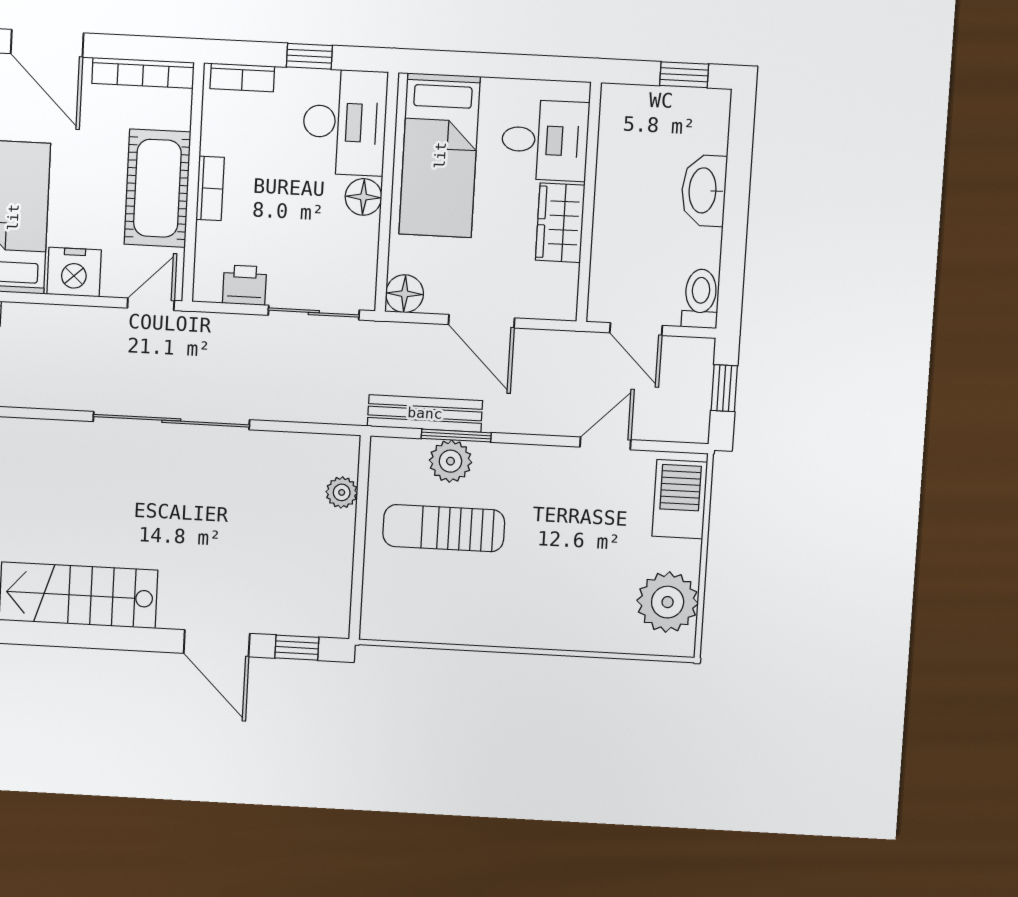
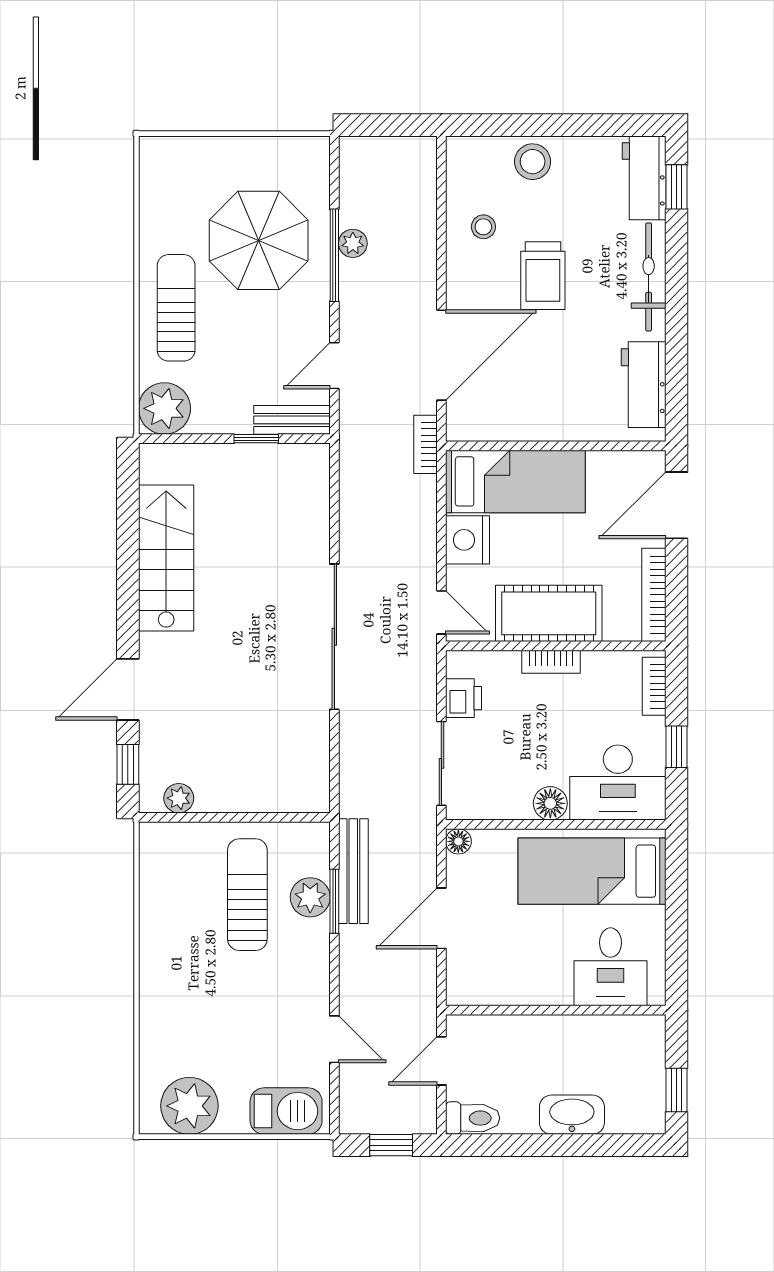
wardrobe: (560, 223) -> (536, 985), removed
floor lamp: (405, 294) -> (458, 841), width x0.73, depth x0.73
plant: (342, 492) -> (179, 798), moved

